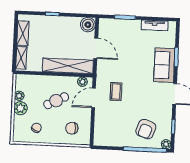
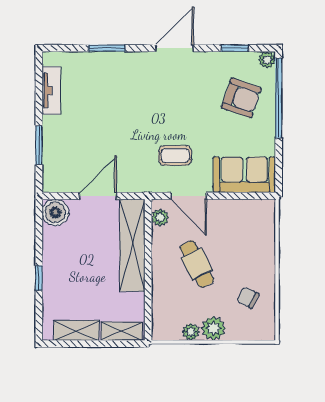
sofa: (164, 65) -> (244, 175), moved, turned 180
chair: (72, 128) -> (246, 233), removed

